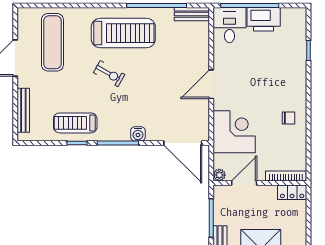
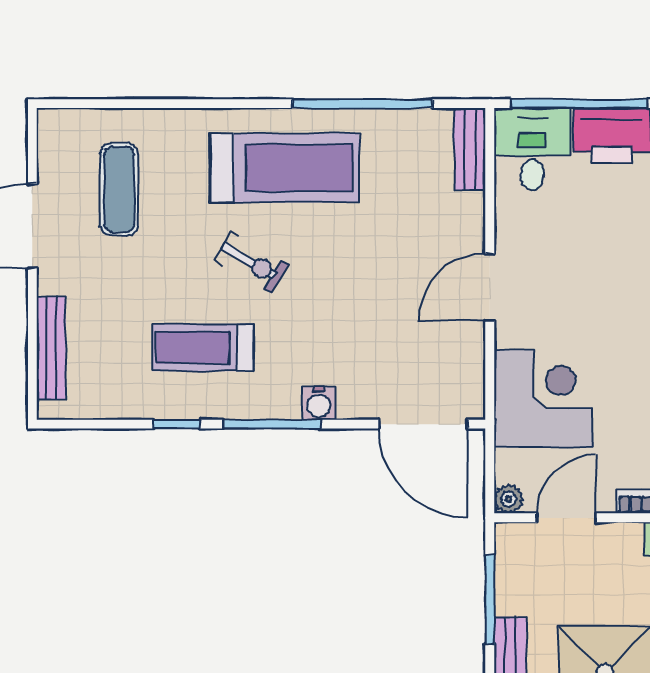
bench: (192, 14) -> (470, 149), moved, turned 90
exercise mat: (52, 42) -> (119, 189), width x0.73, depth x0.69
treadmill: (75, 123) -> (203, 347), moved

